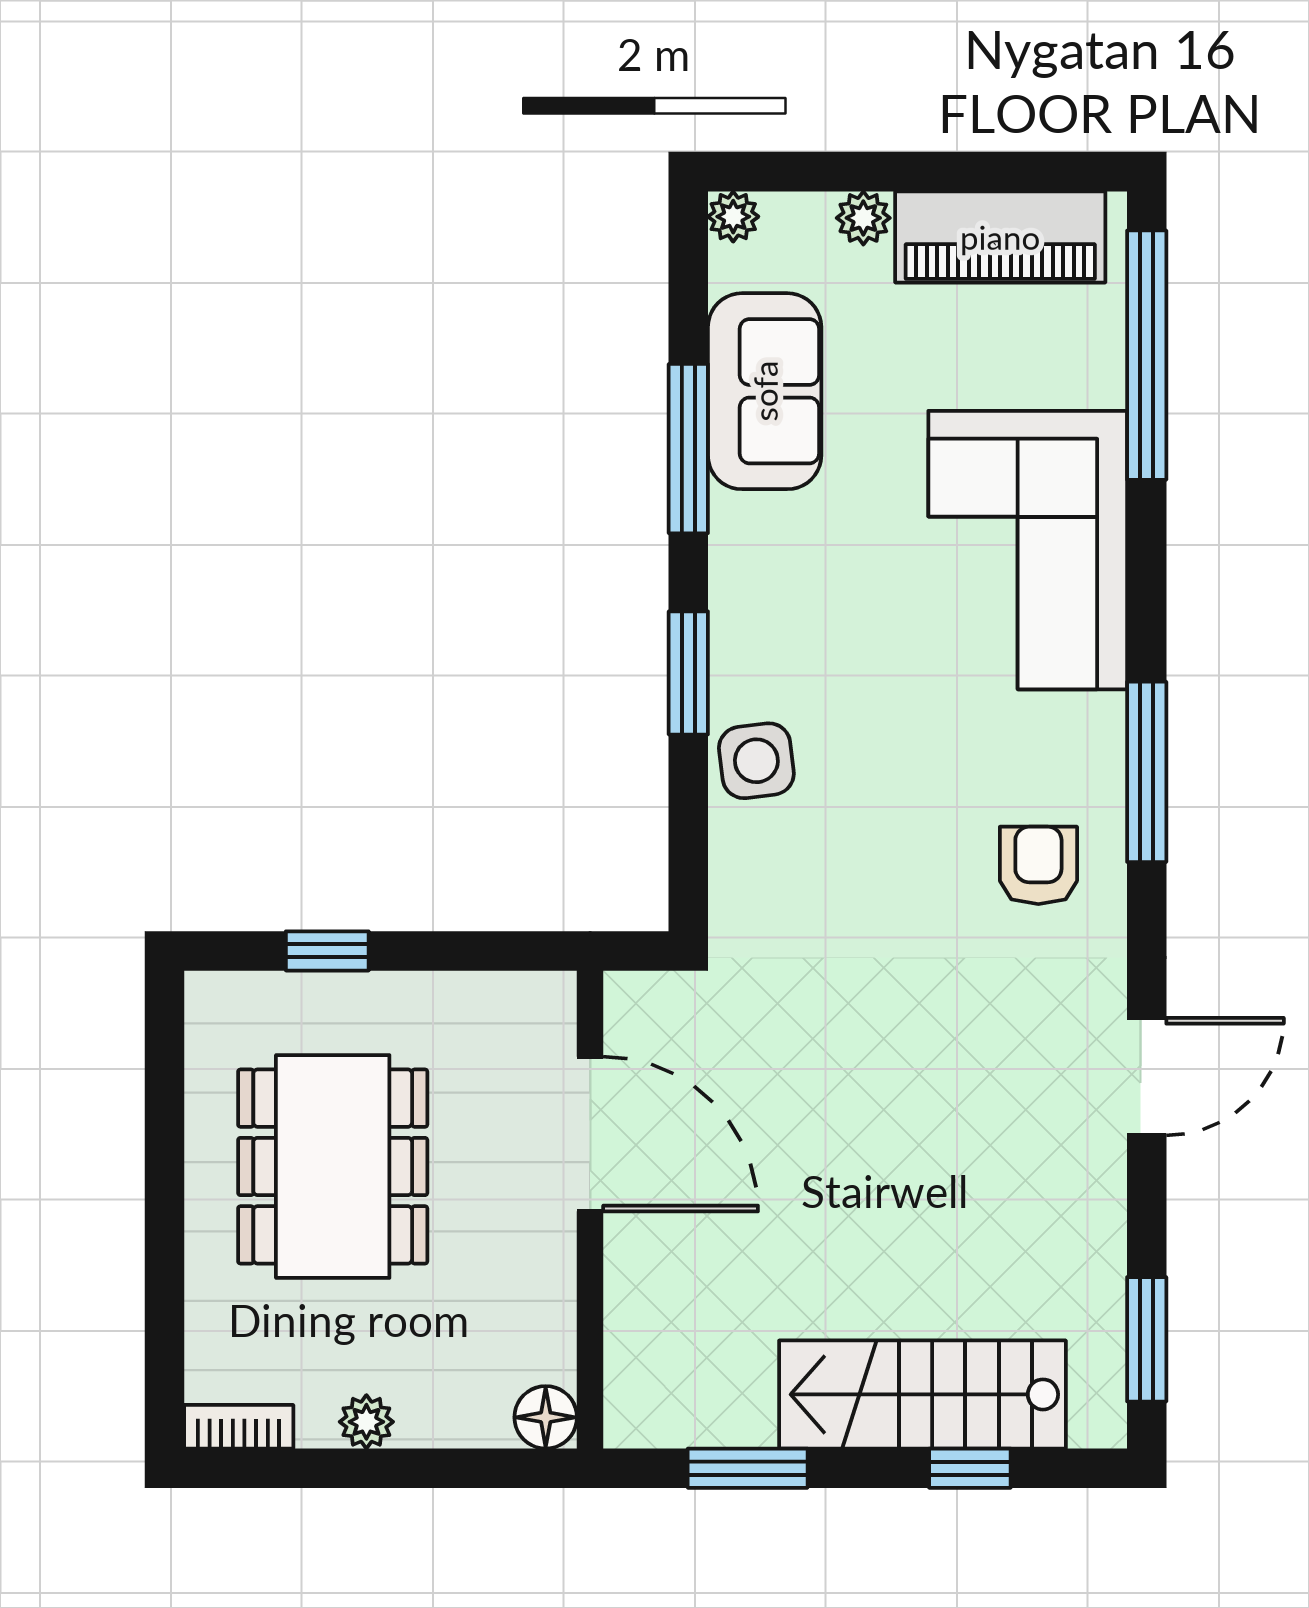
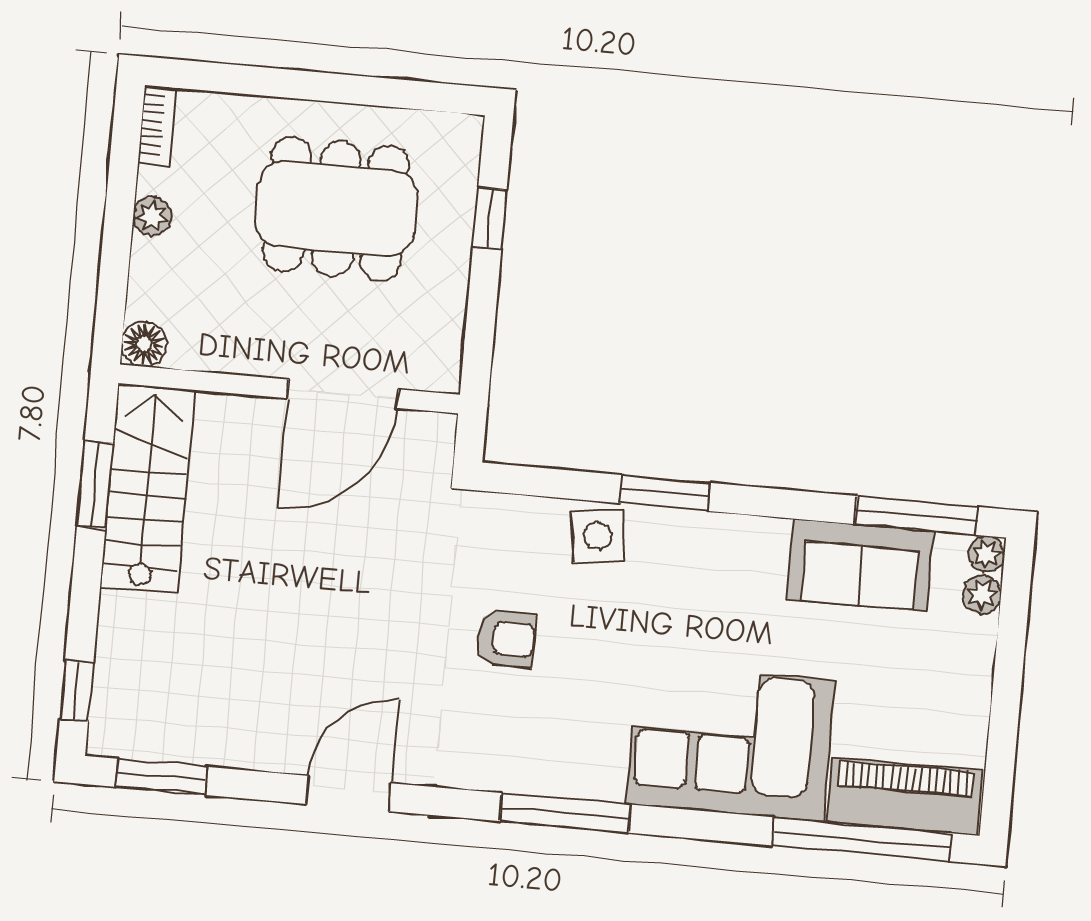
plant: (863, 218) -> (982, 595), moved
piano: (1000, 237) -> (905, 796), moved, turned 90
window: (688, 449) -> (916, 515), moved
armchair: (1038, 865) -> (506, 639), moved
door: (1147, 1077) -> (348, 794), swing flipped
stairs: (922, 1394) -> (148, 489), moved
window: (970, 1468) -> (77, 691), moved

